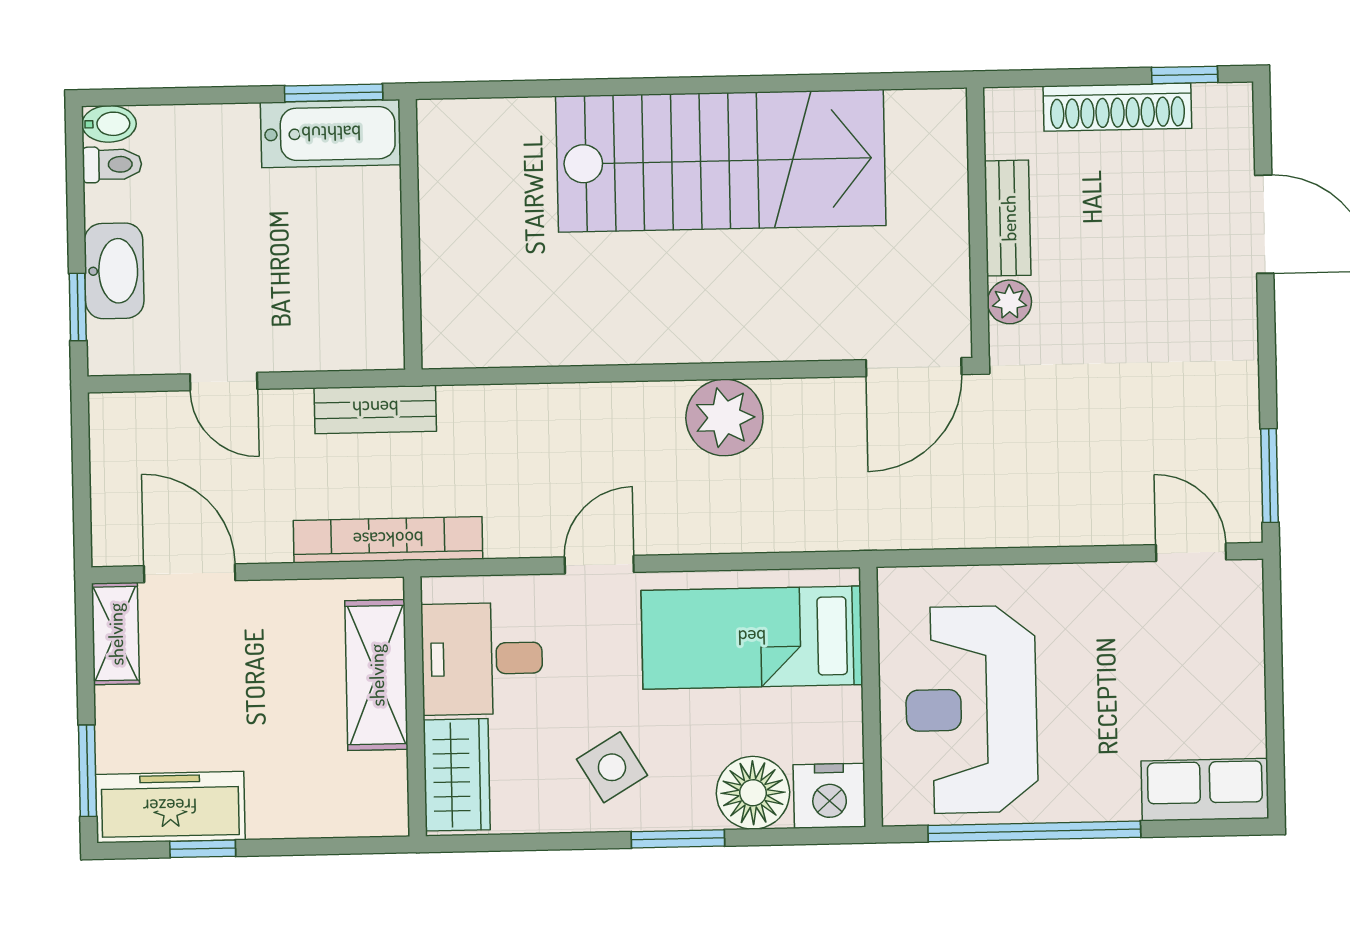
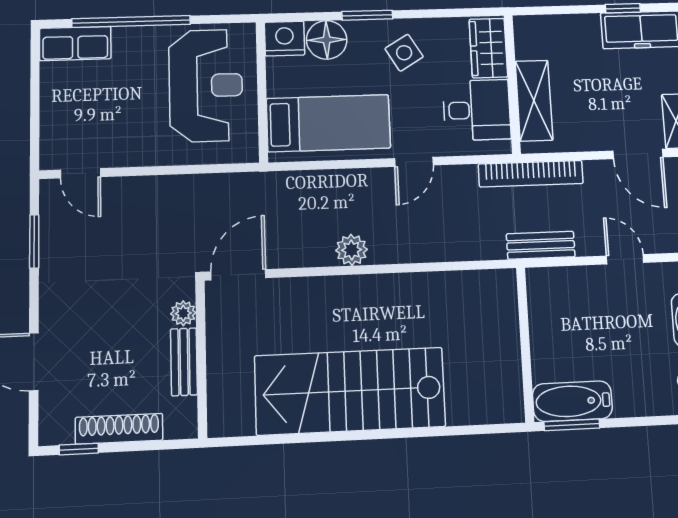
plant: (724, 418) -> (352, 250), width x0.73, depth x0.73
window: (1270, 476) -> (34, 241), moved
window: (1034, 831) -> (131, 22), moved

